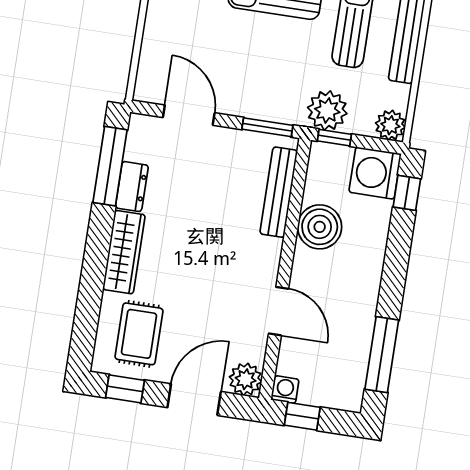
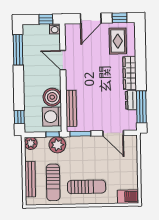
washing machine: (375, 173) -> (52, 117), moved, turned 180
plant: (246, 379) -> (71, 30), removed

